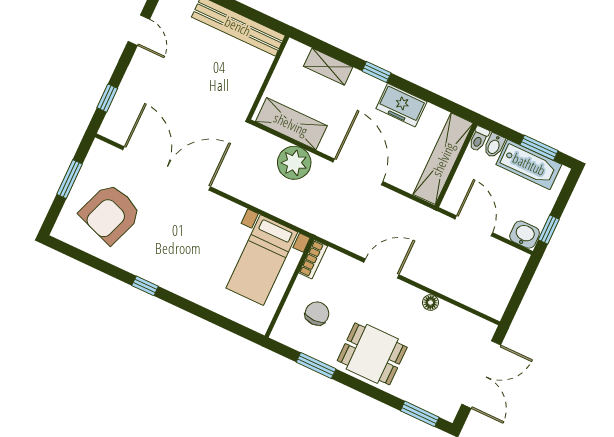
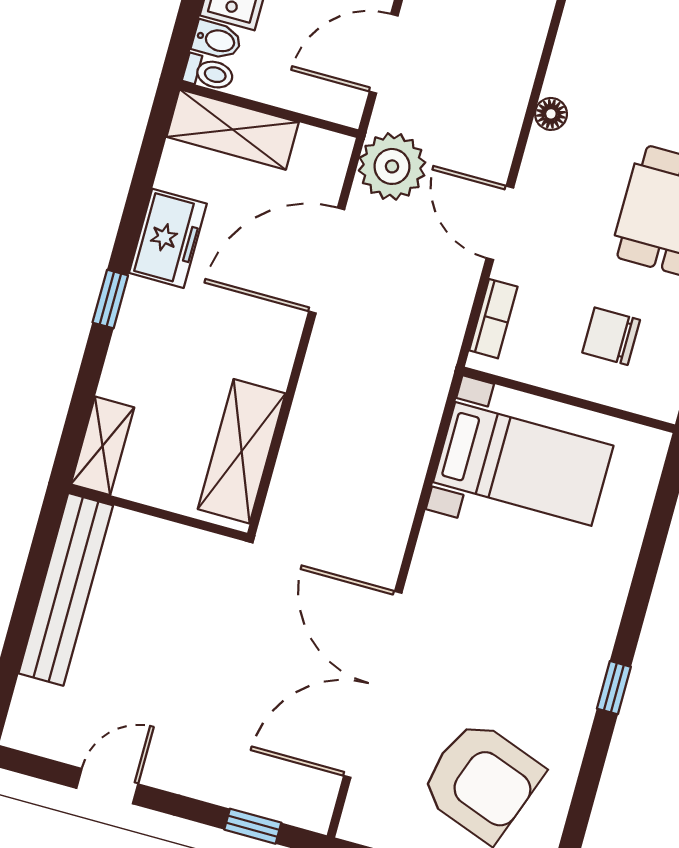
shelving: (328, 67) -> (102, 446), moved
shelving: (443, 159) -> (233, 129), width x0.68
plant: (294, 163) -> (392, 166), moved
door: (358, 172) -> (327, 260), moved
bookcase: (313, 259) -> (493, 319), moved, turned 90

